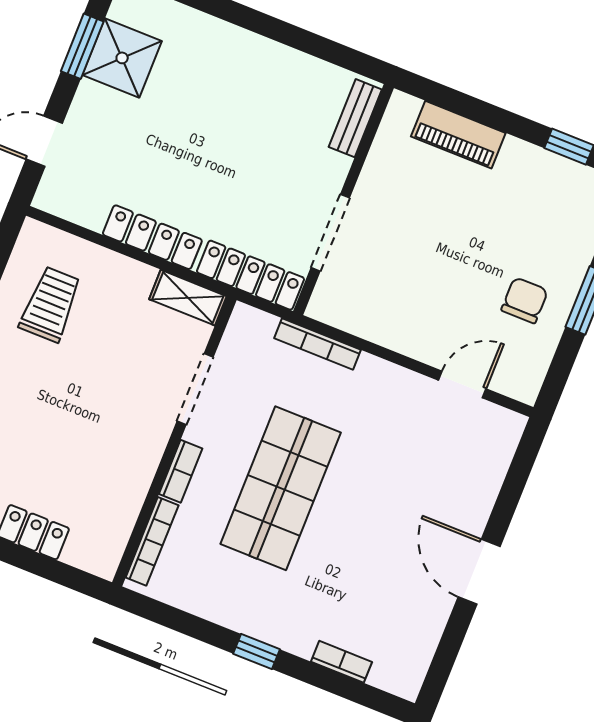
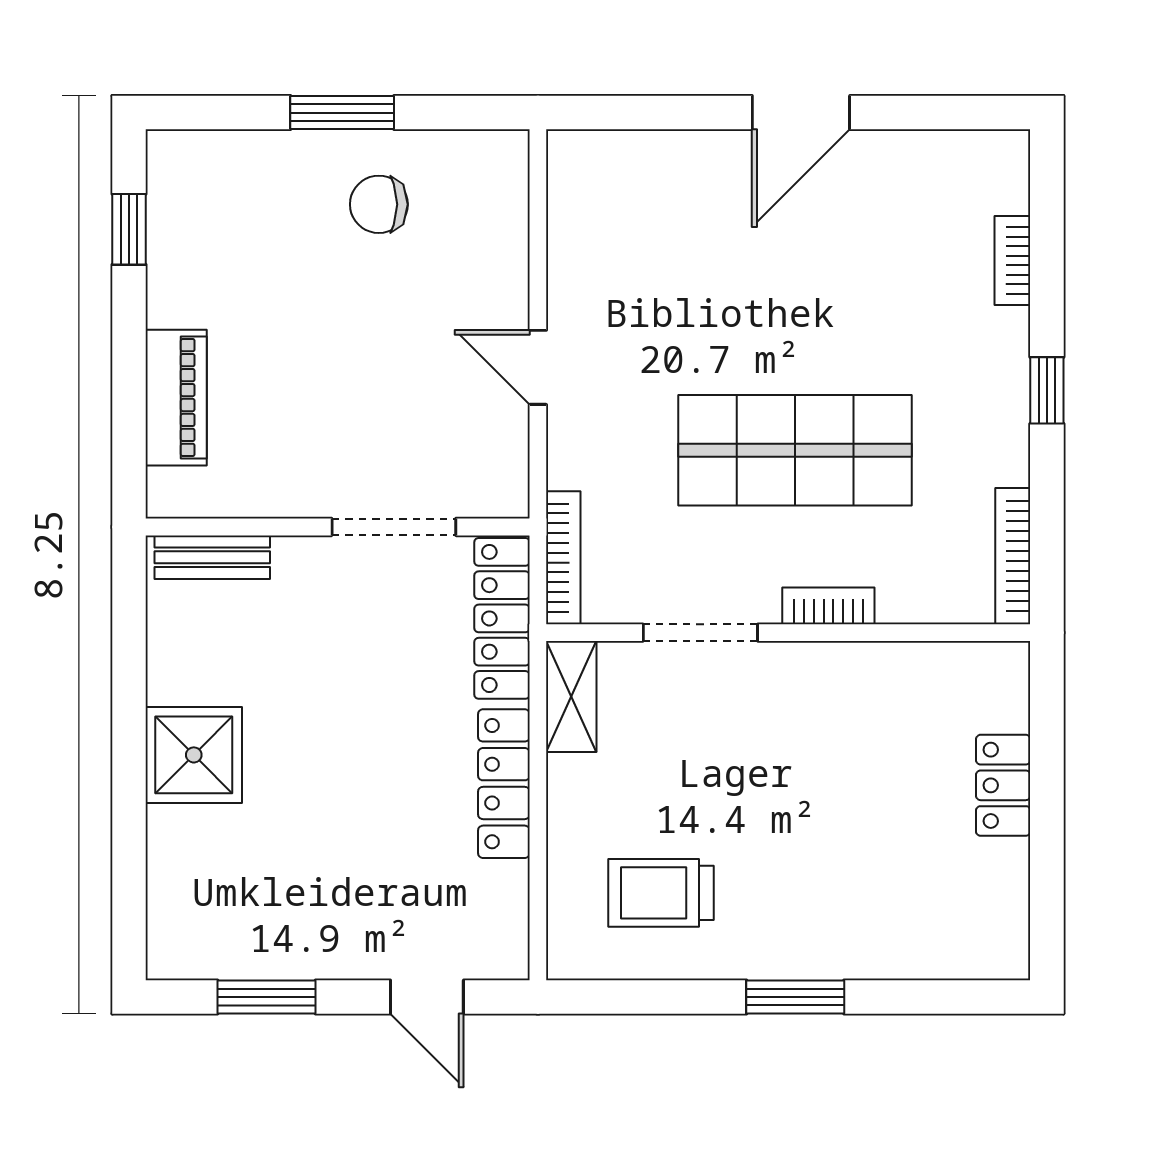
shower: (122, 58) -> (194, 755), moved
bookcase: (317, 344) -> (563, 558), moved
door: (462, 384) -> (538, 367), moved
bookcase: (152, 541) -> (1013, 556), moved, turned -90

